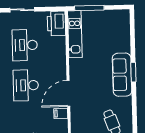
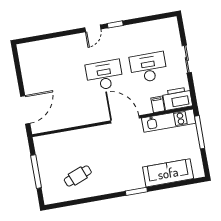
sofa: (122, 75) -> (168, 173), moved
door: (68, 93) -> (125, 119), moved
filing cabinet: (61, 113) -> (158, 104), moved

